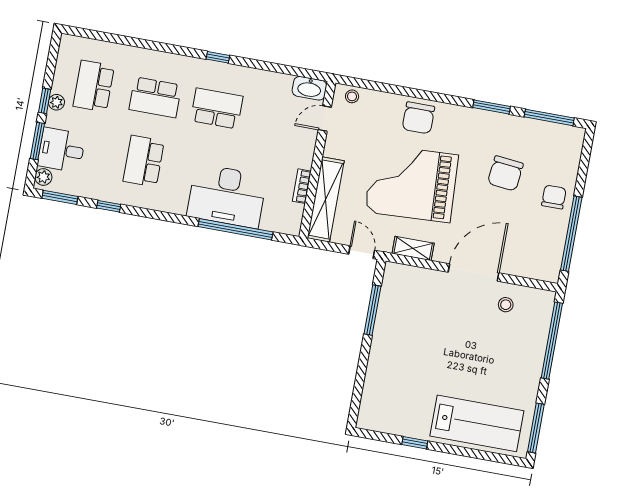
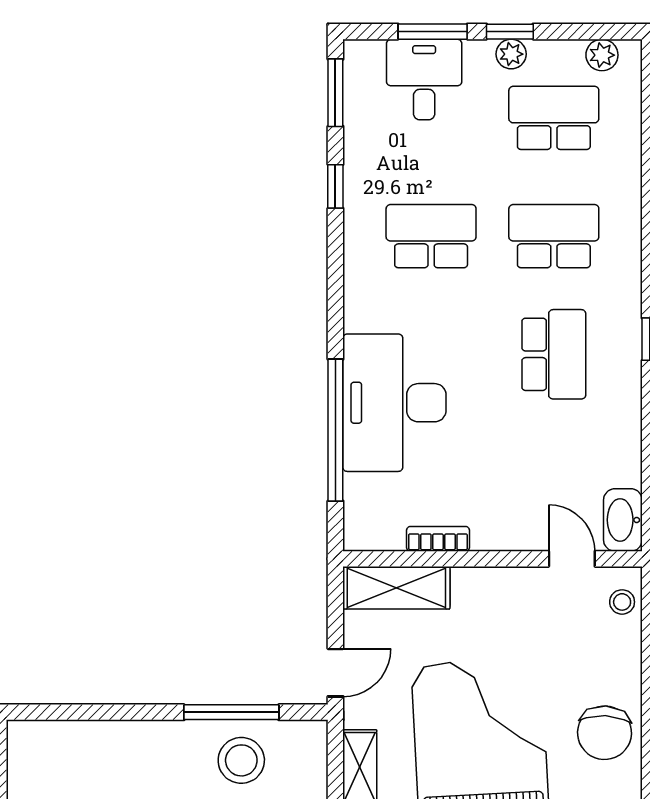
school desk: (155, 97) -> (554, 236), turned 90
chair: (418, 118) -> (605, 733), turned -87
plant: (43, 177) -> (602, 55), moved
shelving: (326, 199) -> (396, 588), width x0.68
stool: (398, 309) -> (241, 760), added

